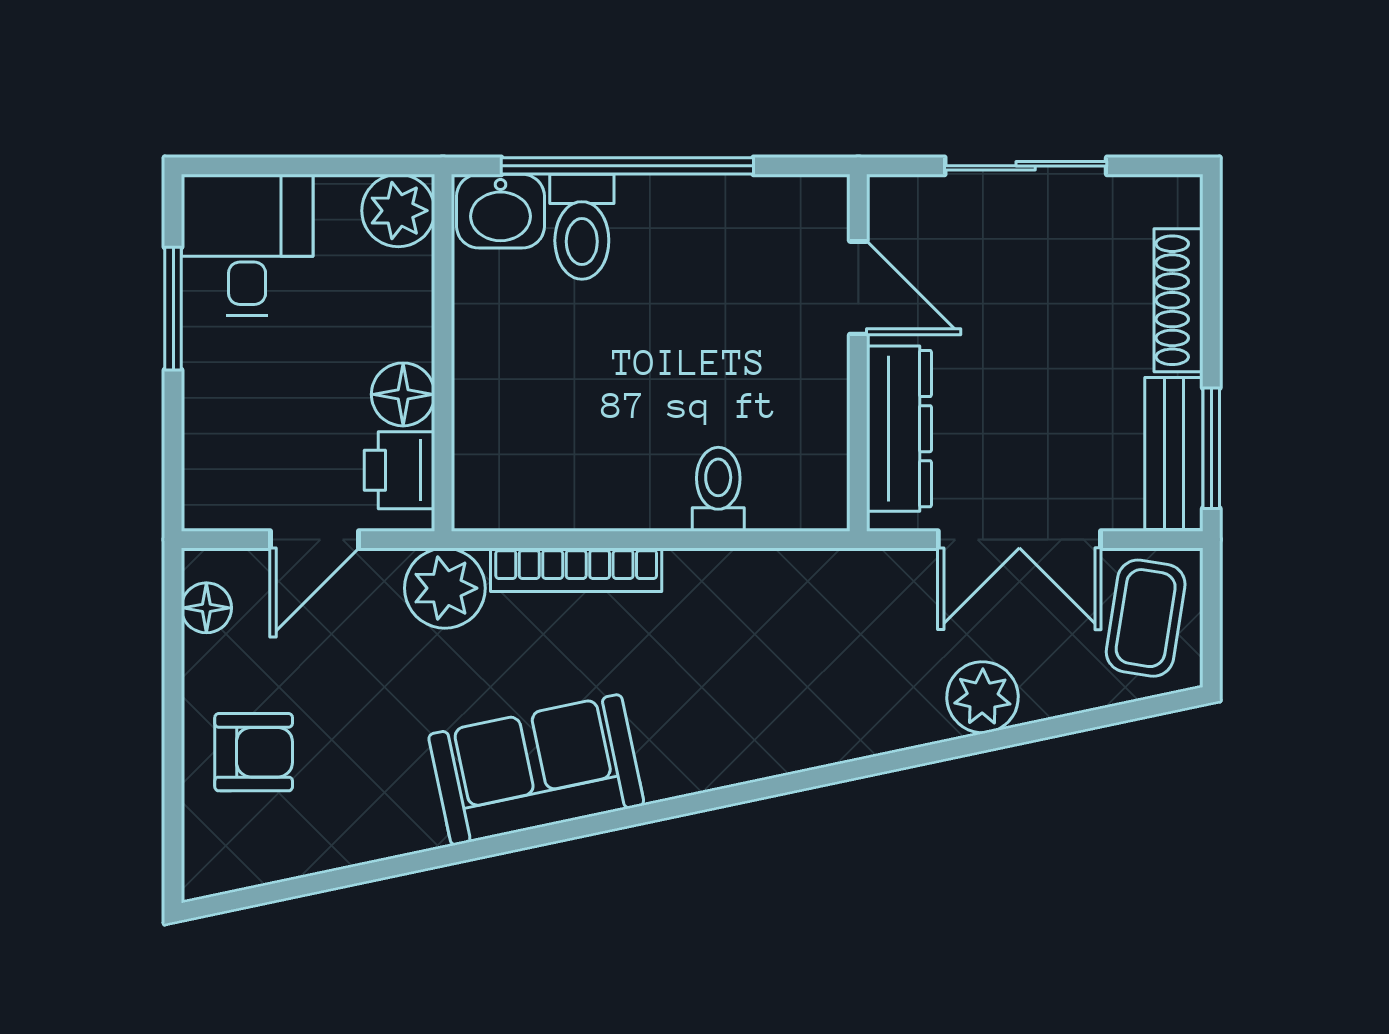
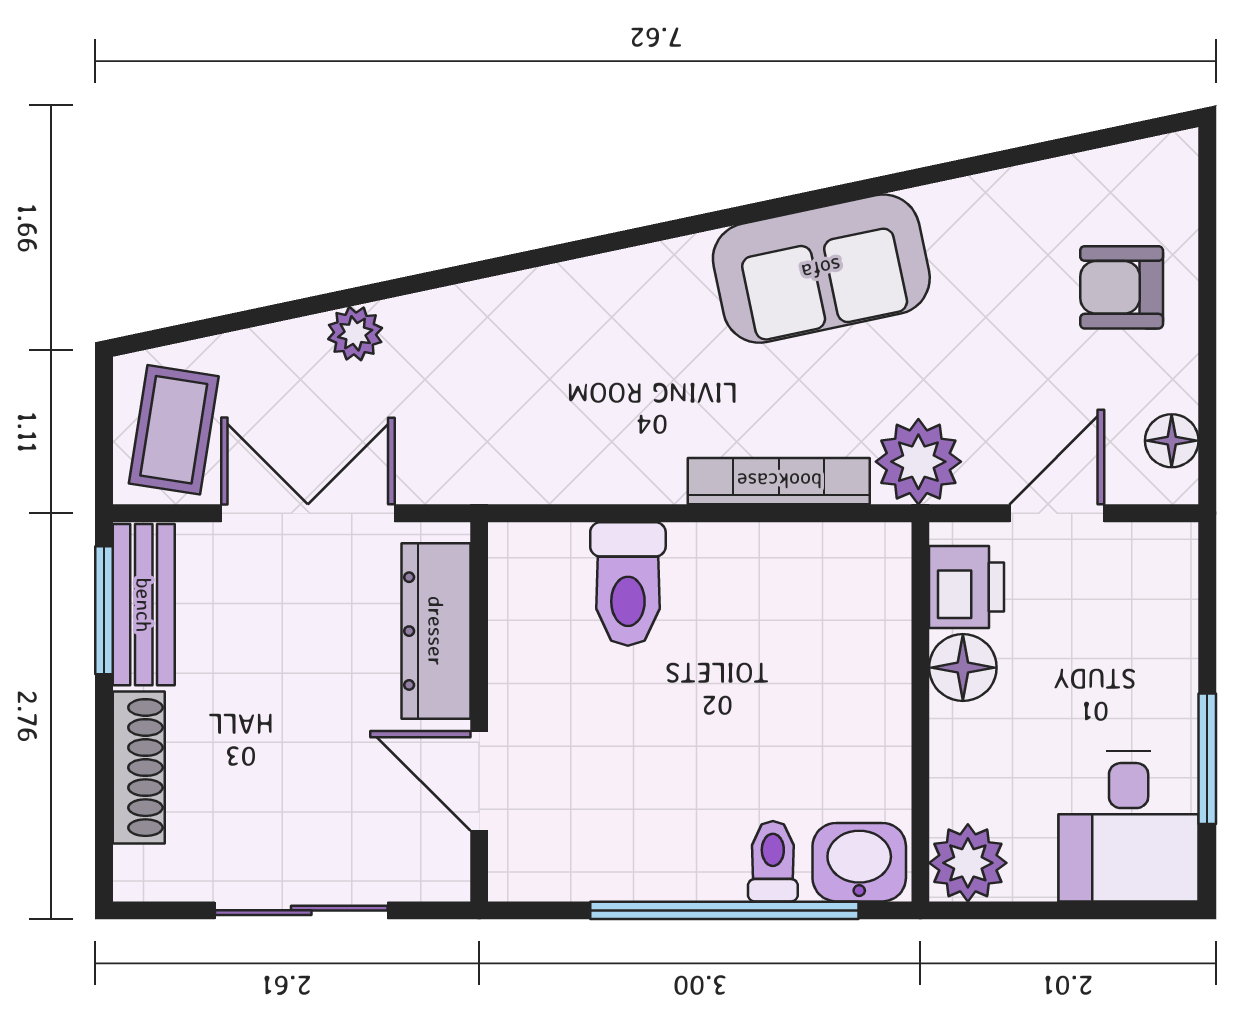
toilet: (582, 227) -> (773, 861), width x0.73, depth x0.72
toilet: (718, 489) -> (628, 584), width x1.37, depth x1.39
plant: (983, 697) -> (355, 333), width x0.73, depth x0.73

